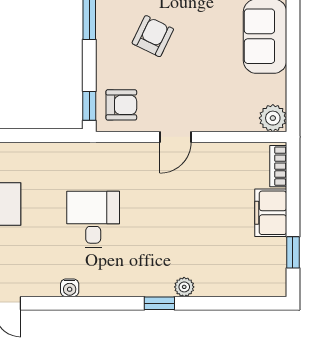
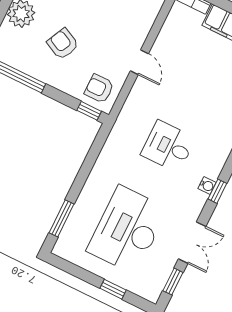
armchair: (121, 105) -> (99, 89), turned -90
window: (69, 303) -> (217, 191), added

